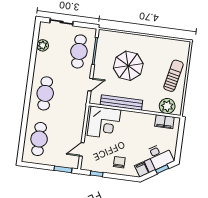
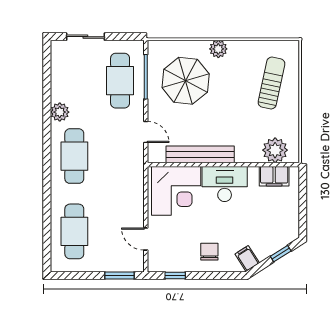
plant: (141, 40) -> (218, 49), added
plant: (43, 45) -> (60, 112), moved
parasol: (128, 66) -> (186, 81), moved
sun lounger: (173, 76) -> (271, 83), moved
door: (90, 85) -> (146, 132), hinge flipped
door: (82, 149) -> (146, 239), hinge flipped
desk: (157, 157) -> (225, 184), moved, turned -147

